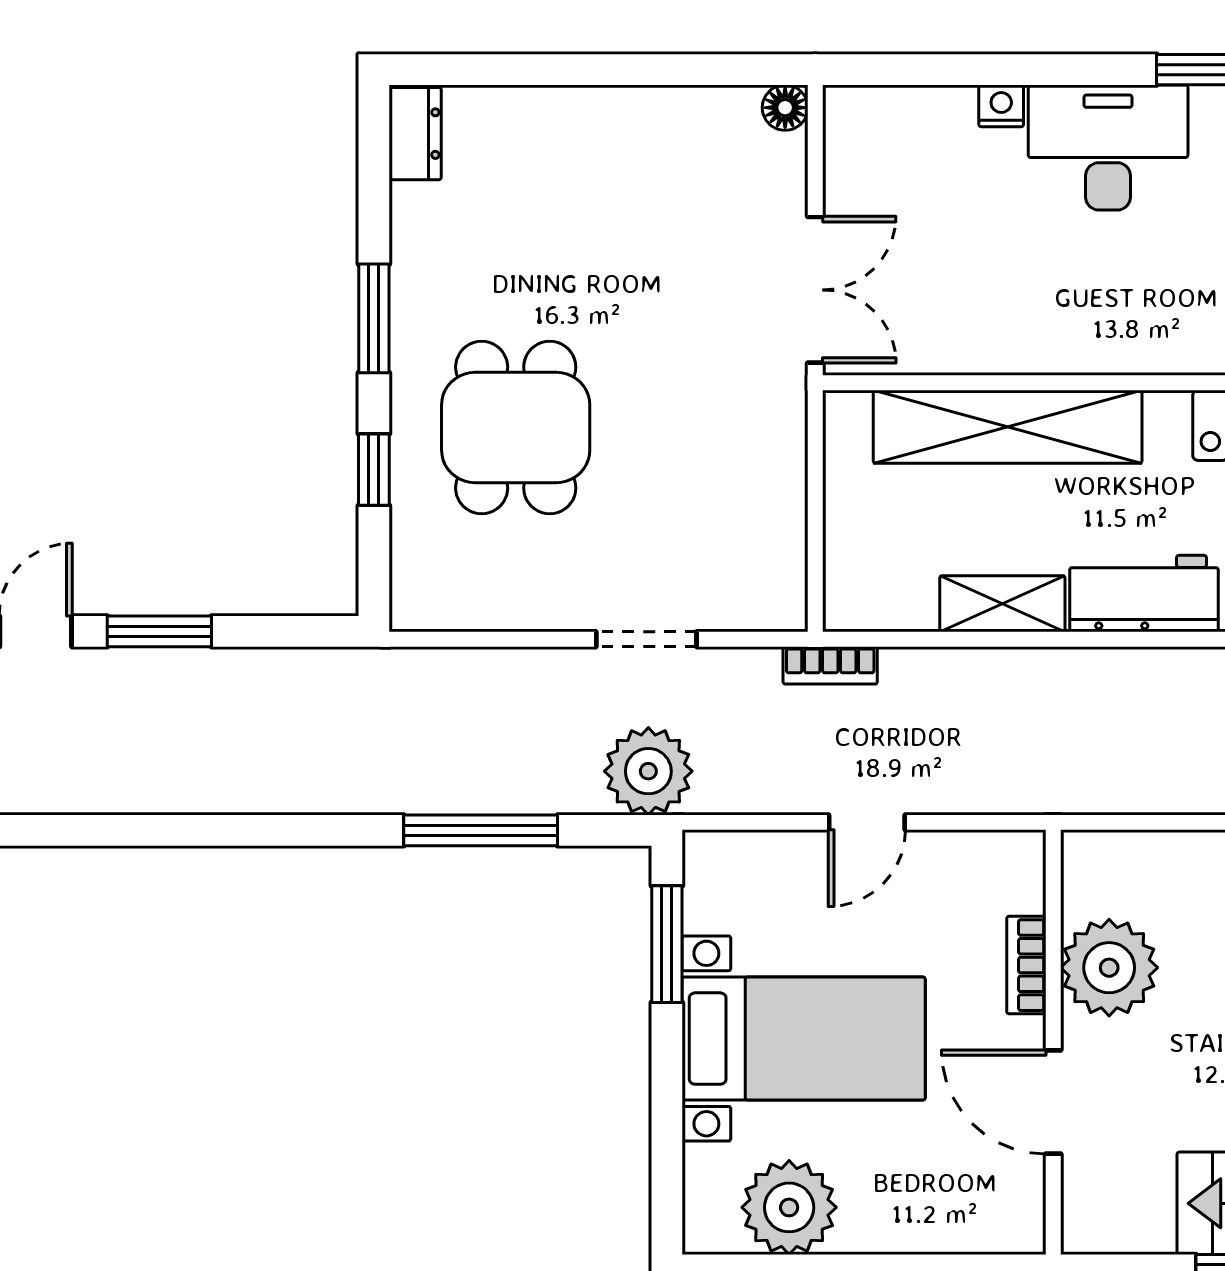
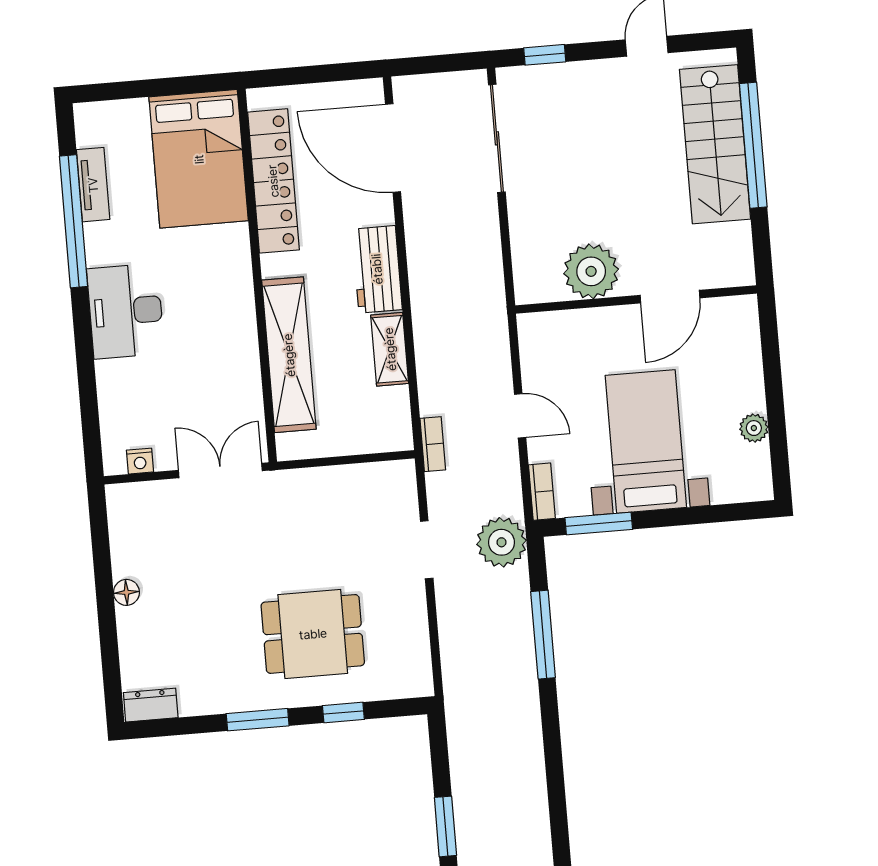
nightstand: (1001, 106) -> (140, 461), moved, turned -90
floor lamp: (785, 108) -> (126, 592), moved
bookcase: (1026, 965) -> (542, 492), moved, turned -90
plant: (789, 1207) -> (754, 428), width x0.53, depth x0.53

